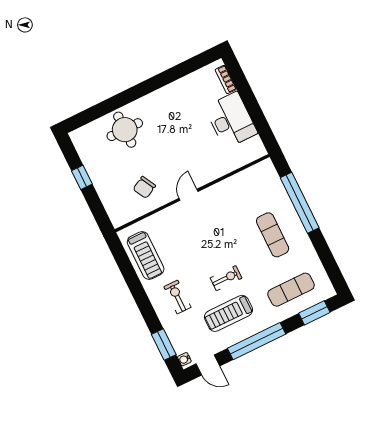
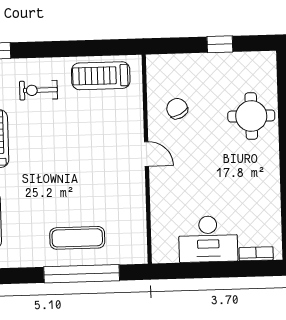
exercise mat: (273, 235) -> (77, 238), moved
exercise bike: (226, 278) -> (35, 154), removed
exercise bike: (177, 297) -> (39, 90), turned 180

